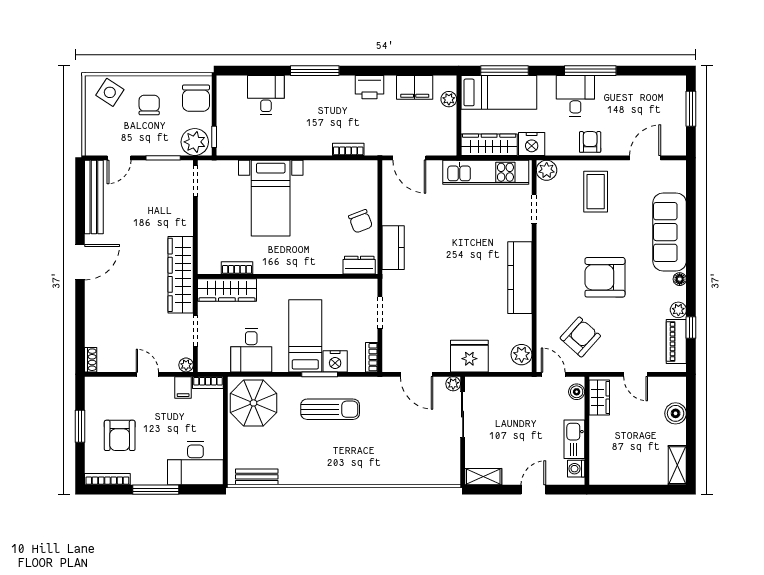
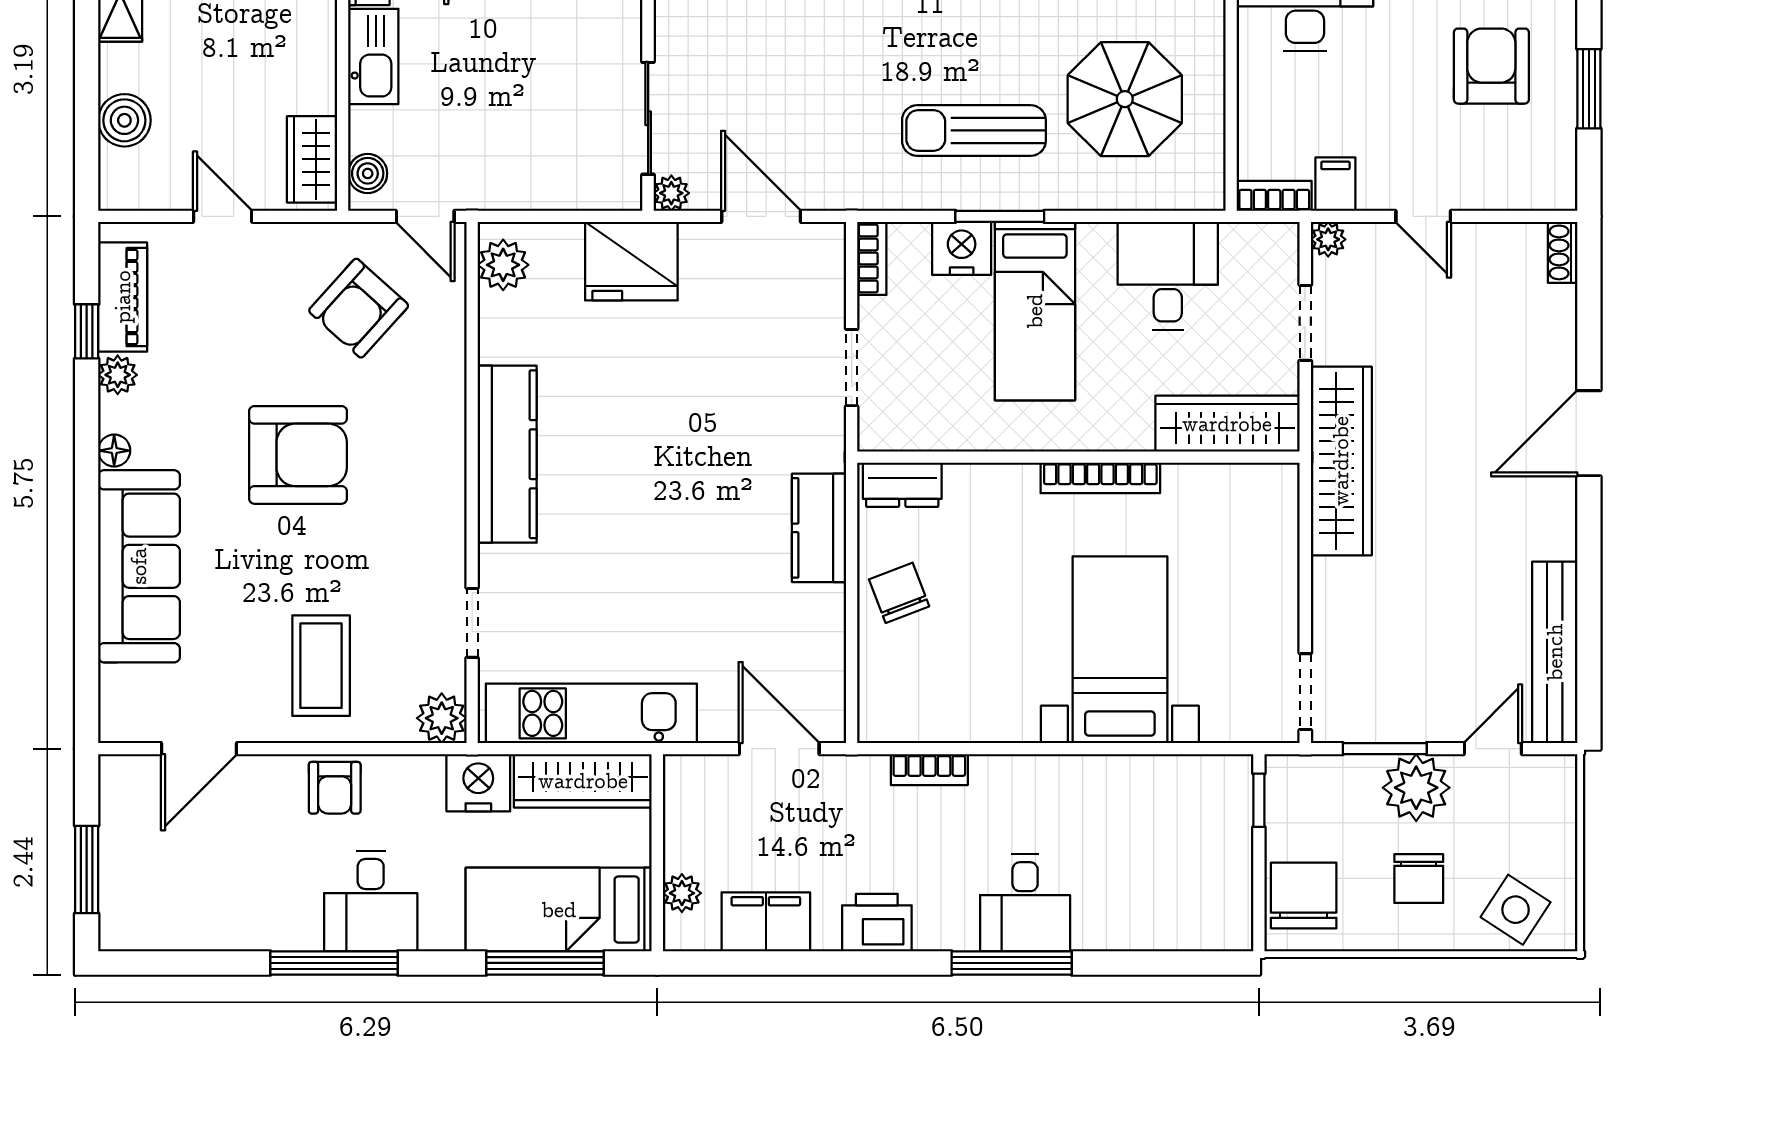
desk: (266, 95) -> (1025, 903), moved
plant: (195, 142) -> (1416, 788), moved
door: (80, 262) -> (1589, 433), moved
bookcase: (237, 268) -> (1100, 478), moved, width x1.56
parasol: (253, 403) -> (1125, 99), moved

